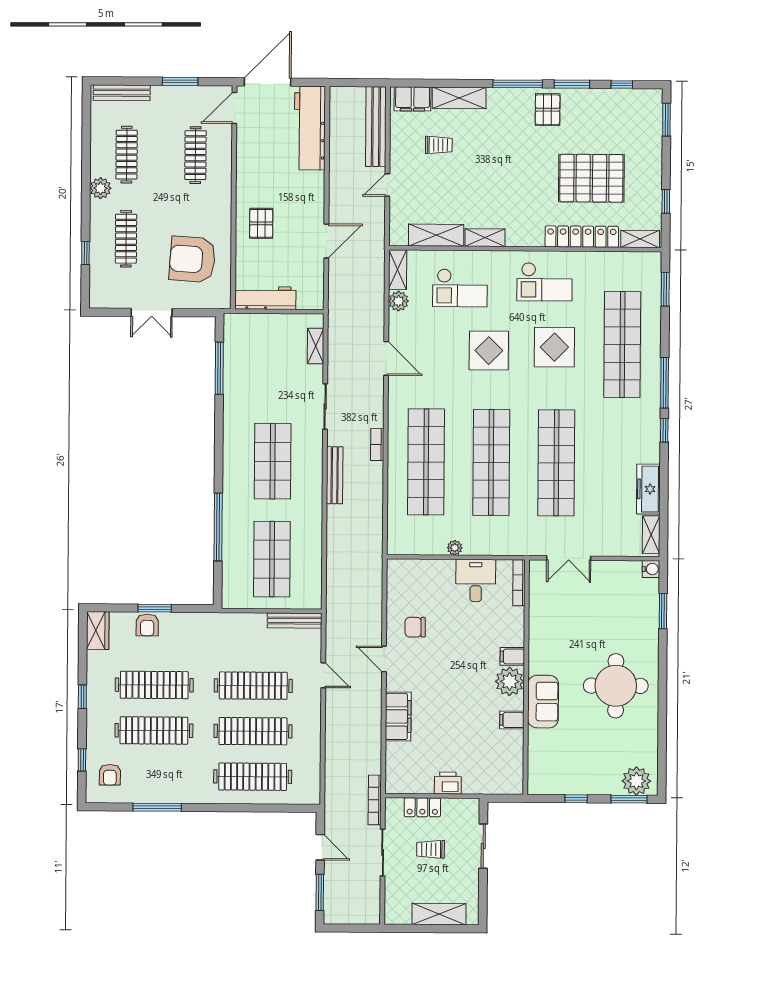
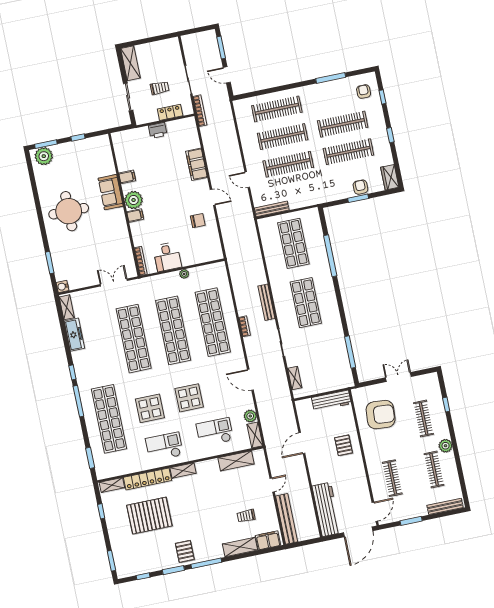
shelving: (485, 238) -> (183, 471), moved
shelving: (439, 914) -> (130, 63), moved, turned 90

